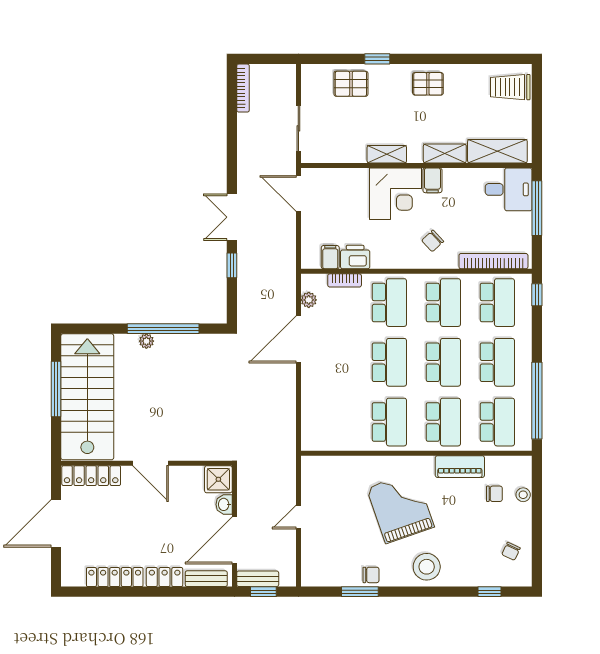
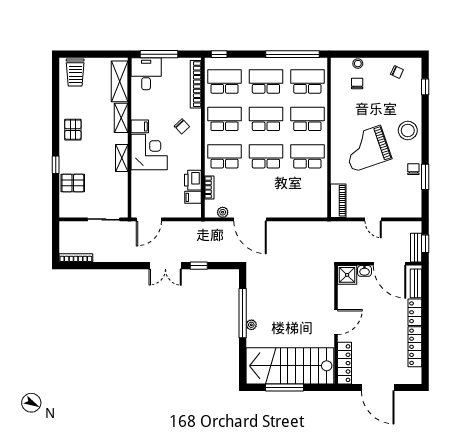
pallet: (351, 84) -> (73, 183), turned 90
piano: (460, 467) -> (338, 201), moved

